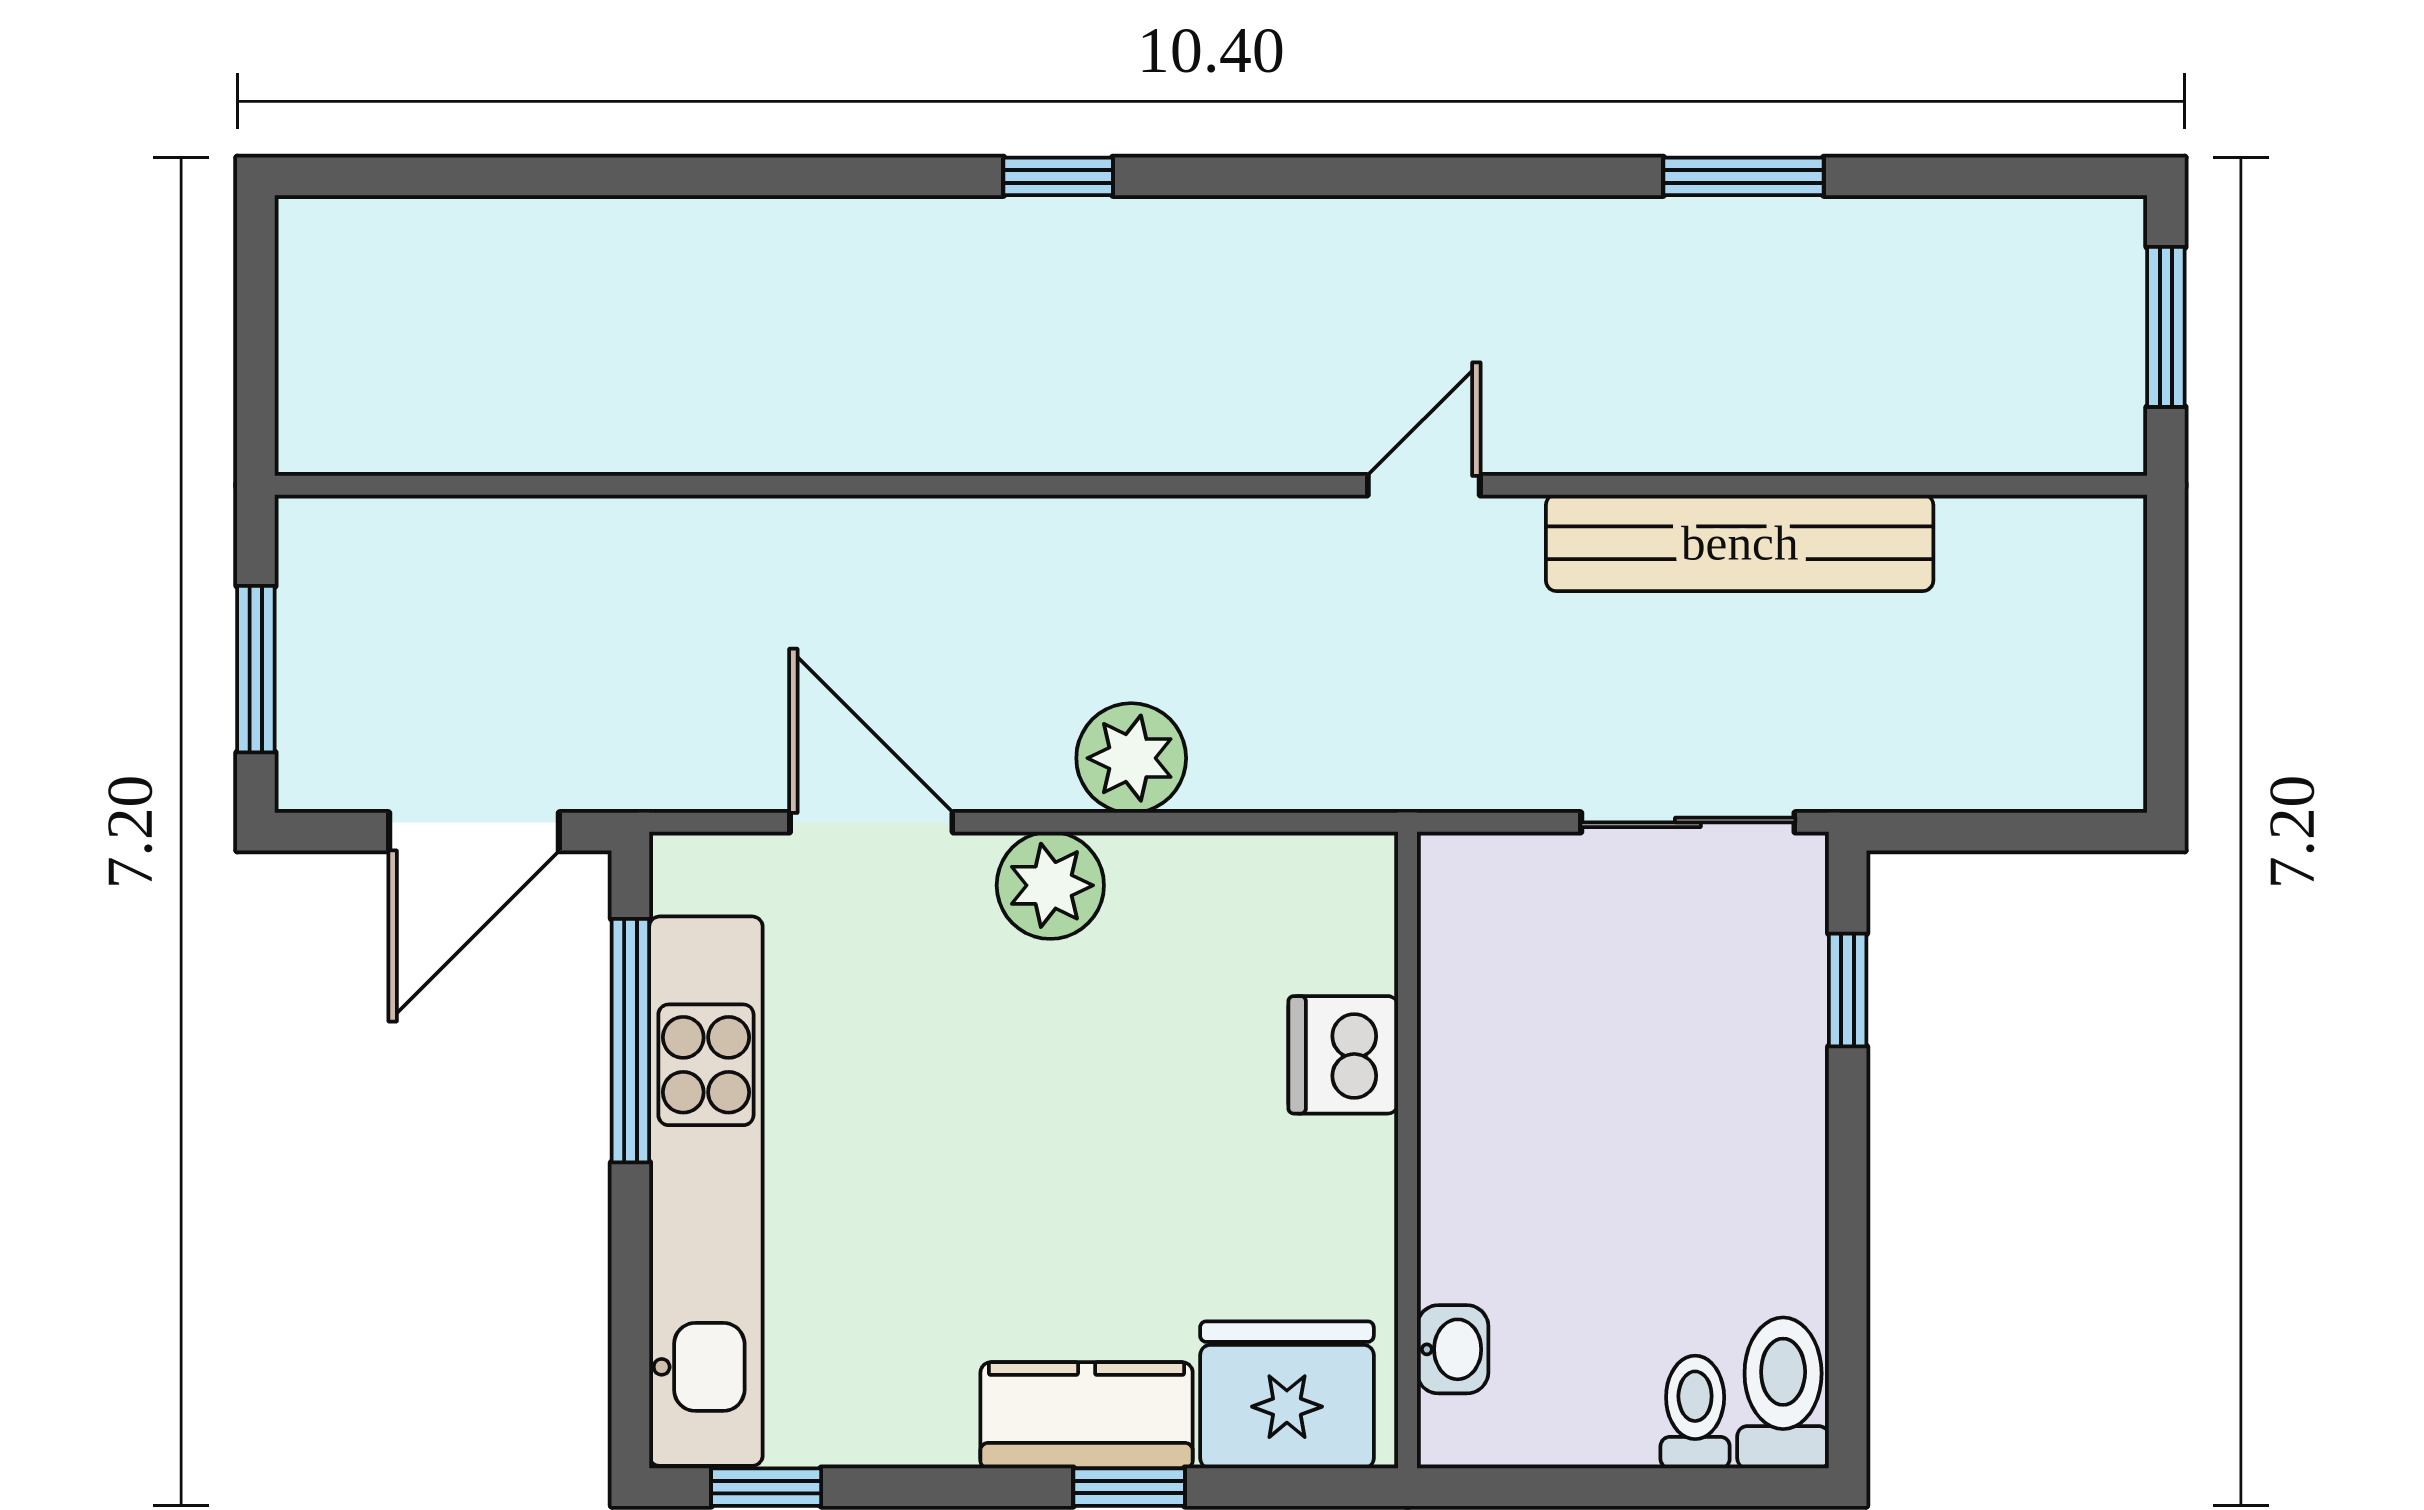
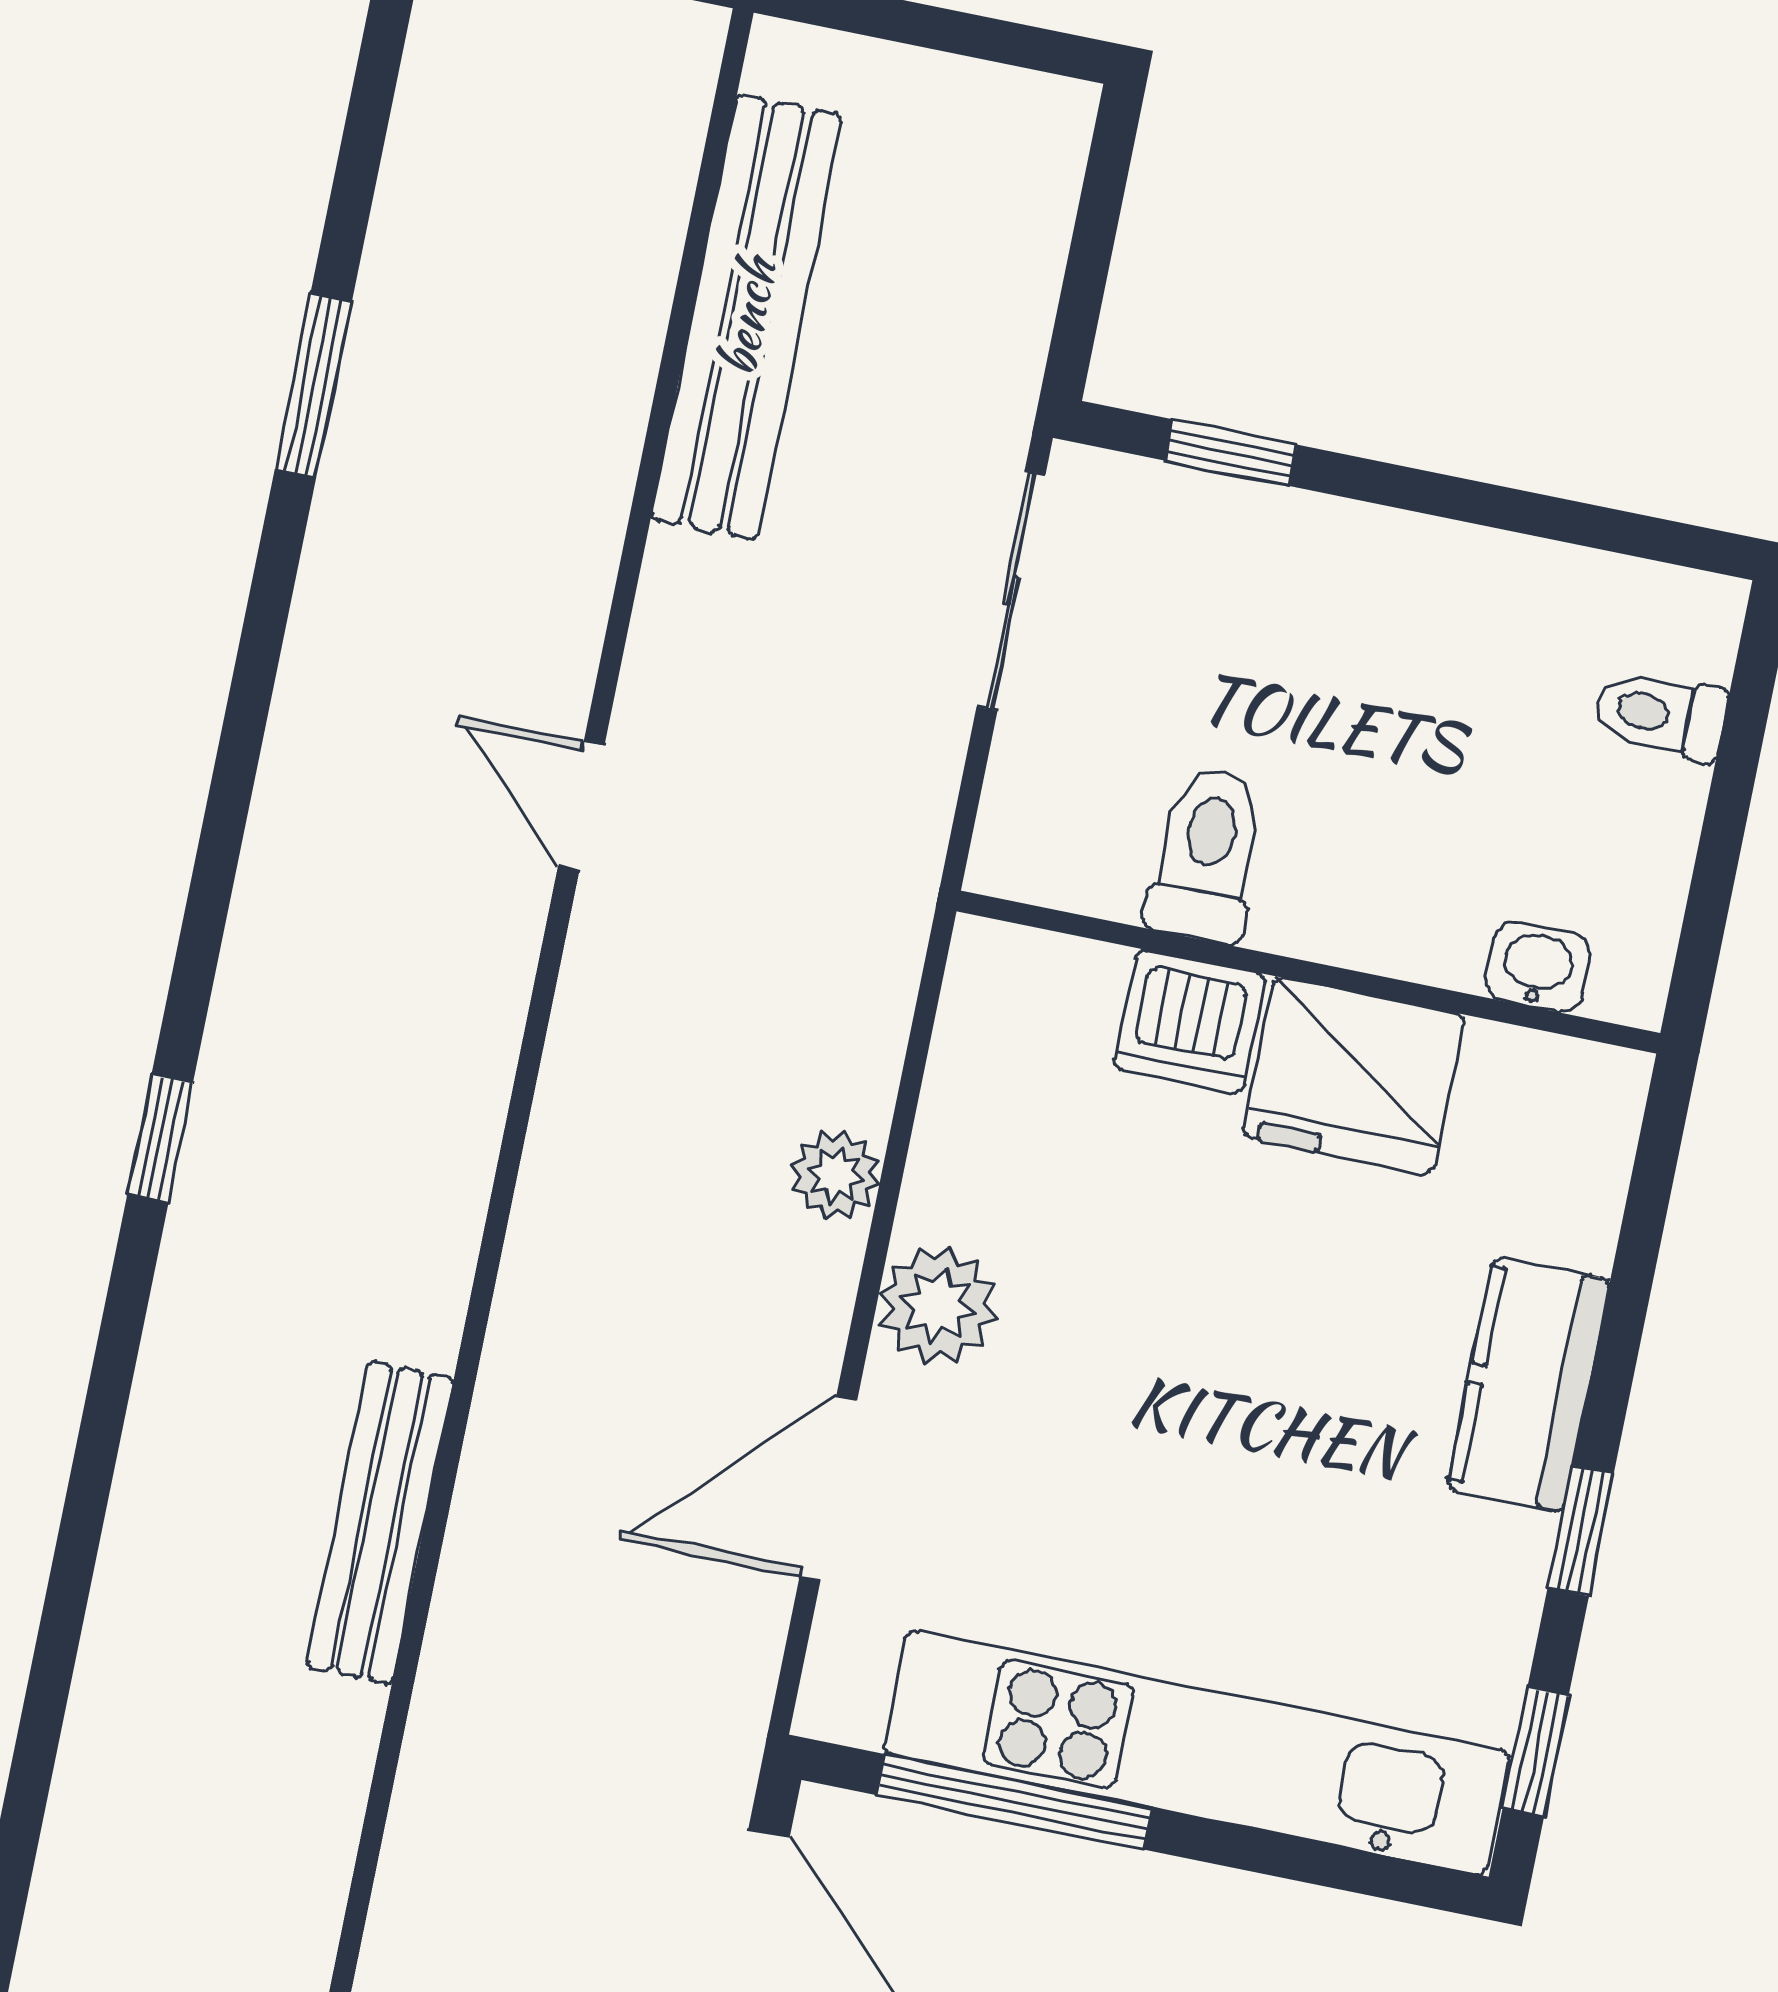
bench: (762, 437) -> (380, 1523), added
bench: (1740, 543) -> (747, 317), moved
plant: (1131, 758) -> (836, 1175), width x0.73, depth x0.73
toilet: (1783, 1393) -> (1207, 854), moved, turned 90
fridge: (1287, 1395) -> (1353, 1076), moved, turned -90
window: (1129, 1487) -> (1581, 1531), moved

